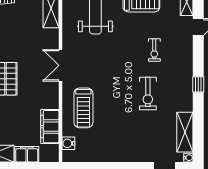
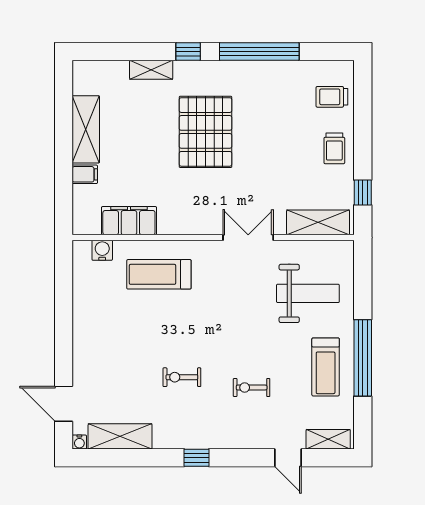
double door: (60, 65) -> (248, 237), moved
exercise bike: (148, 93) -> (182, 377), width x0.73, depth x0.72
filing cabinet: (27, 154) -> (85, 174), width x0.50

